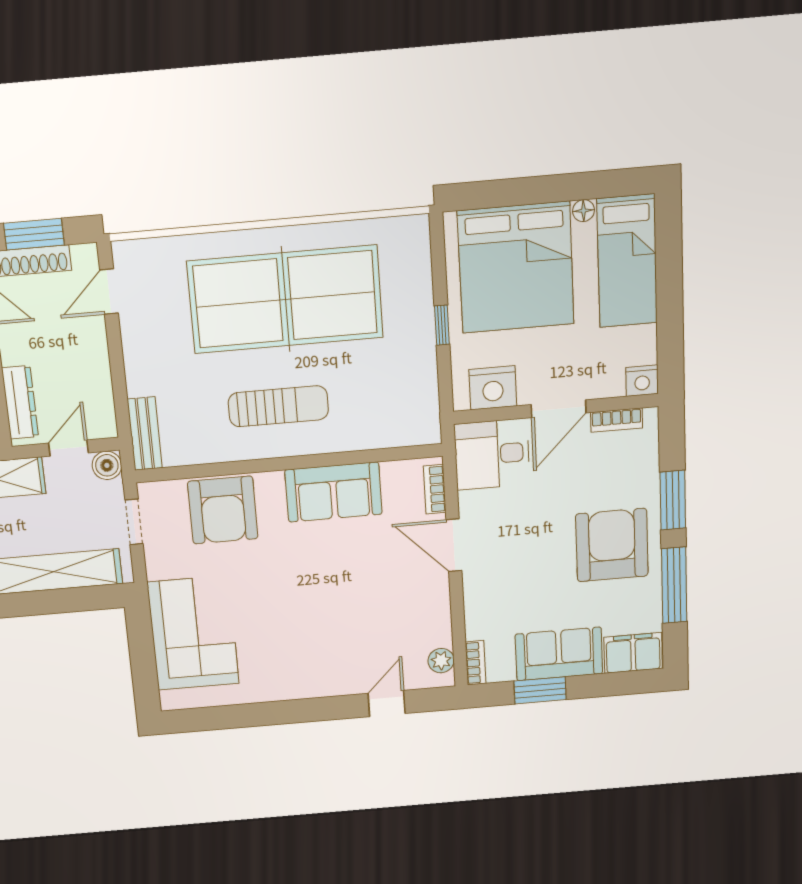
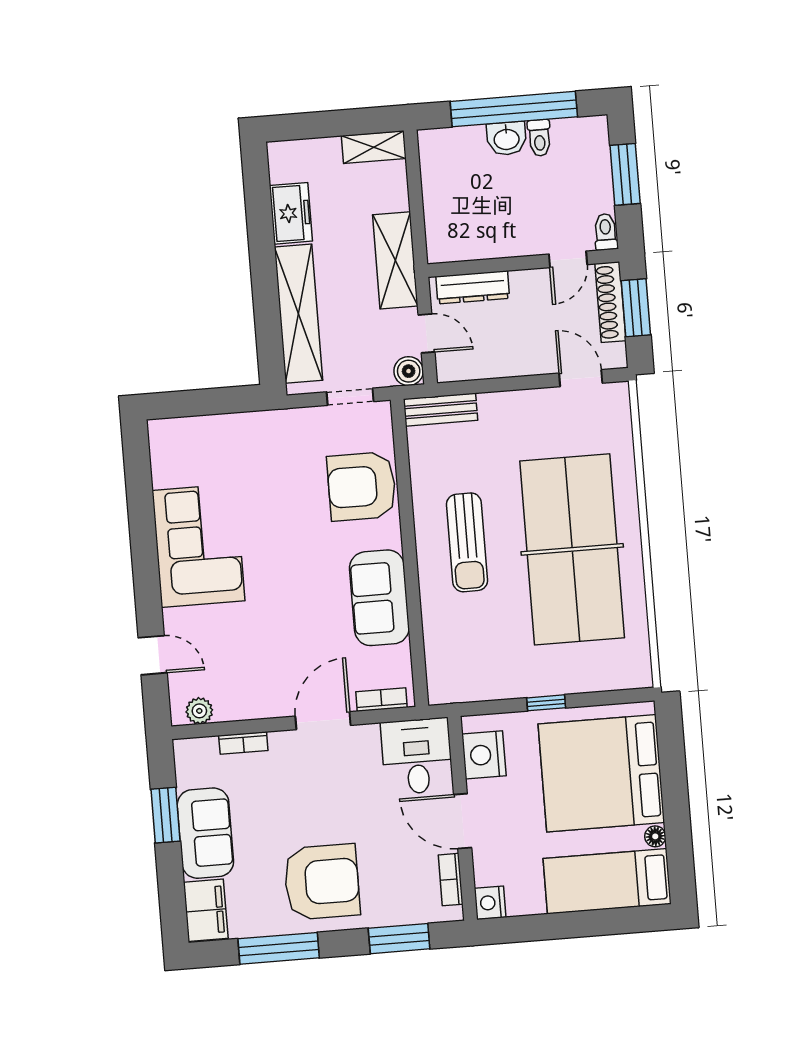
window: (673, 500) -> (399, 939), moved
corner sofa: (193, 633) -> (198, 546), moved, turned -90
bookcase: (476, 663) -> (243, 743), moved

